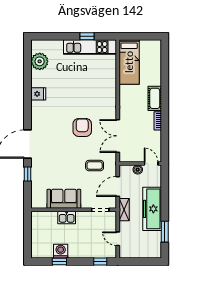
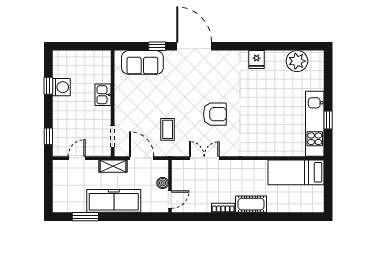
double door: (118, 136) -> (204, 158), width x0.73
sofa: (64, 199) -> (142, 62), moved, turned 90

